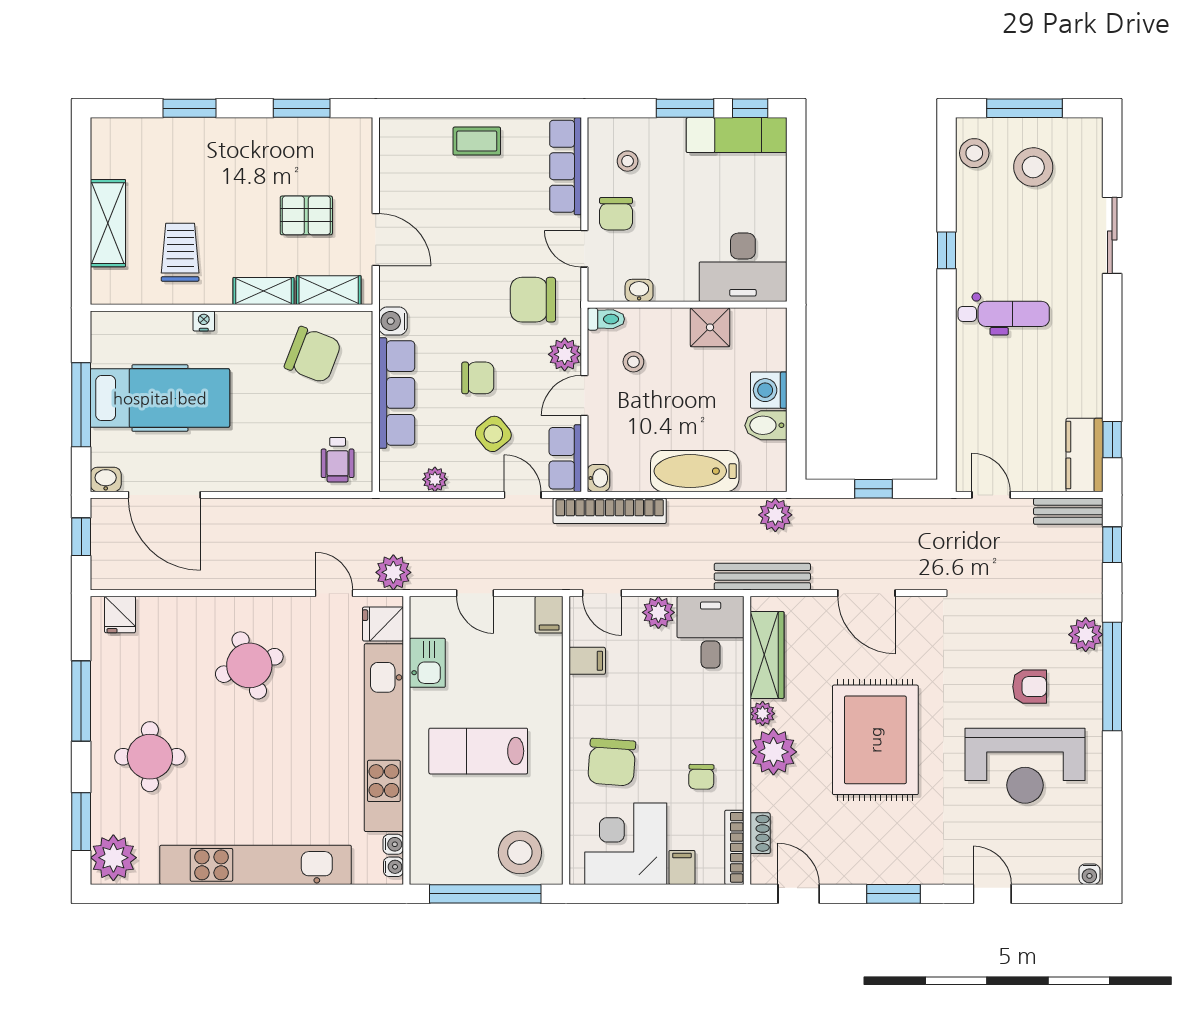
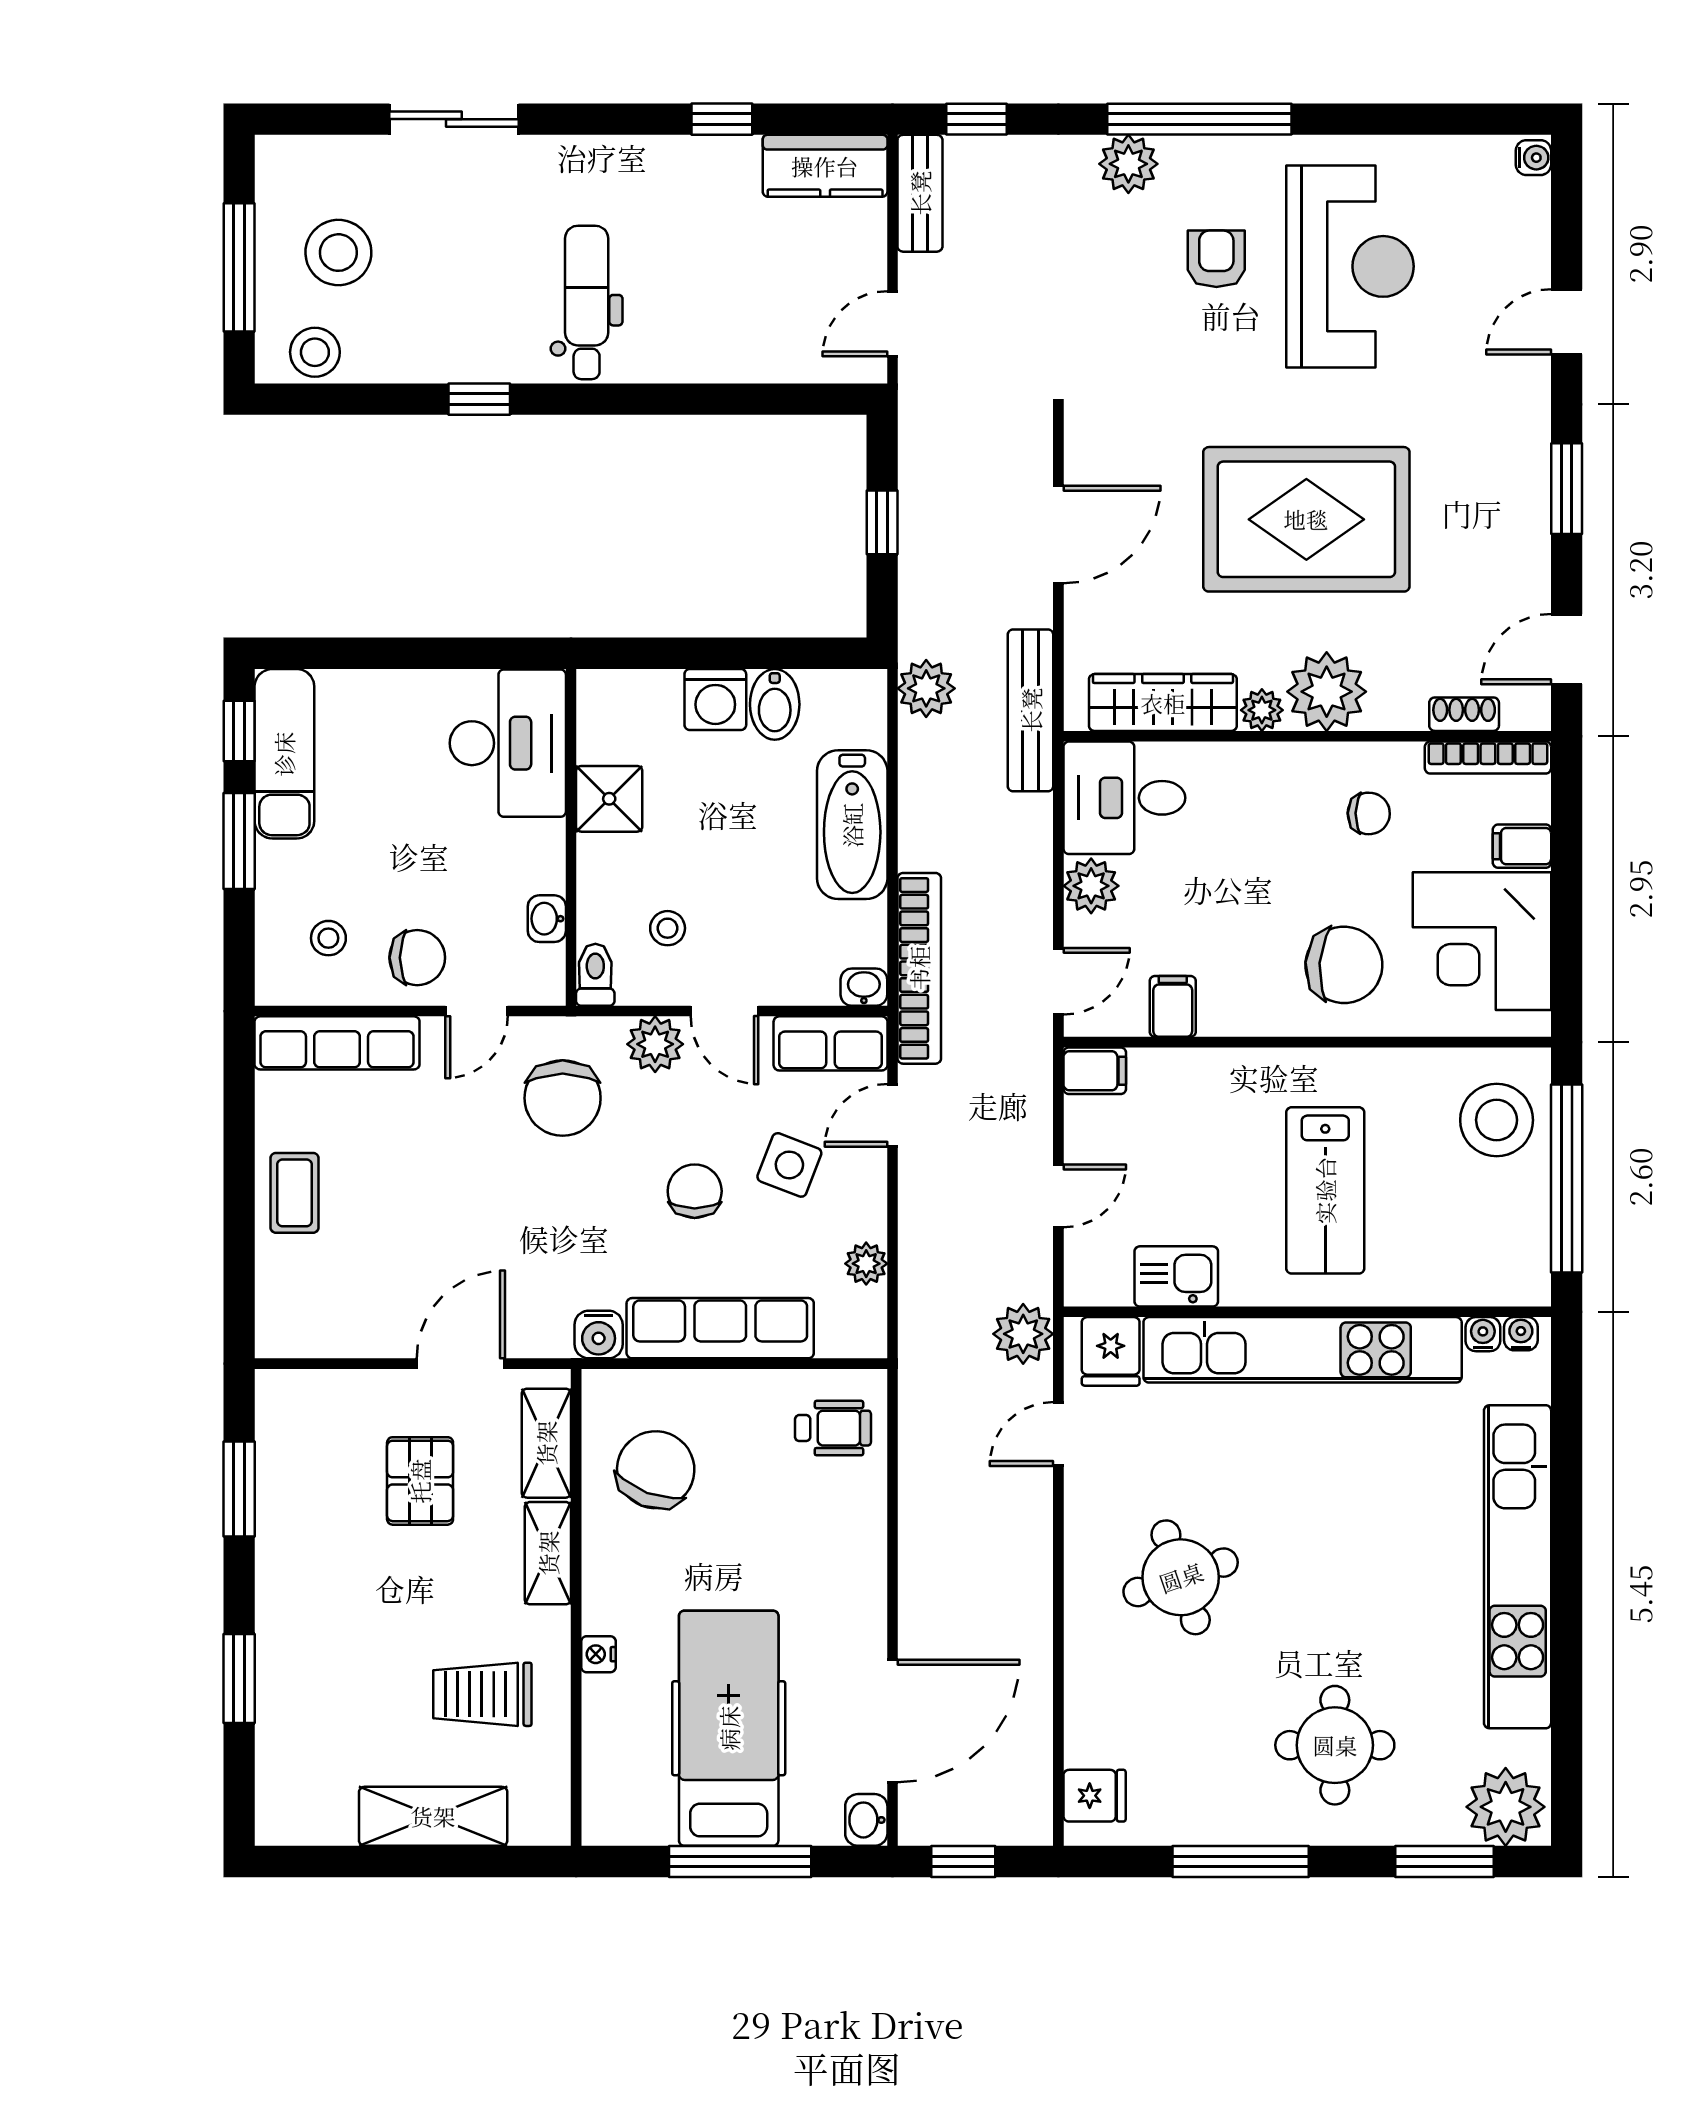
side table: (493, 434) -> (789, 1165), turned -30
window: (1112, 440) -> (722, 119), moved

